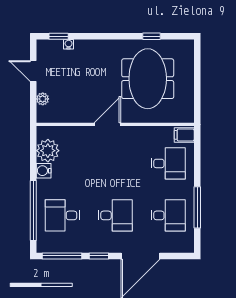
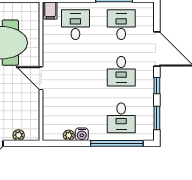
plant: (48, 151) -> (69, 135), width x0.53, depth x0.53
desk: (115, 215) -> (121, 71), turned 180
window: (62, 256) -> (157, 118), width x0.69

